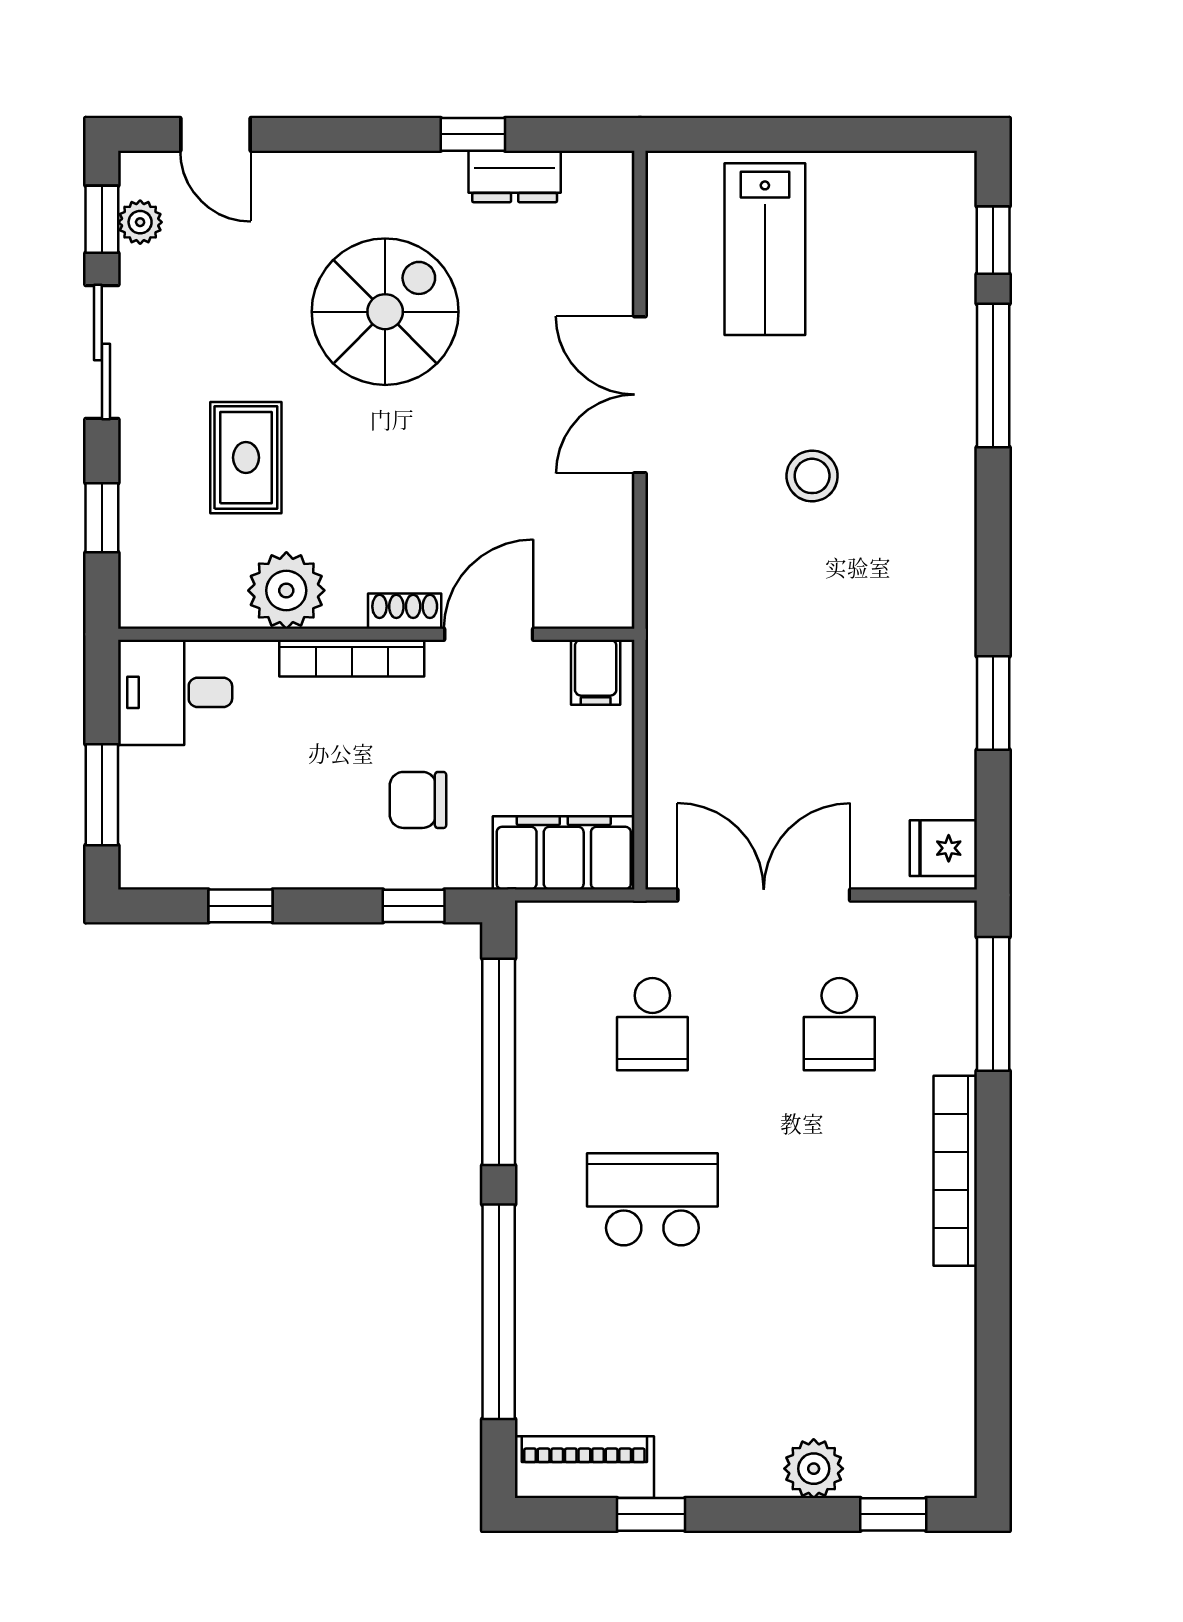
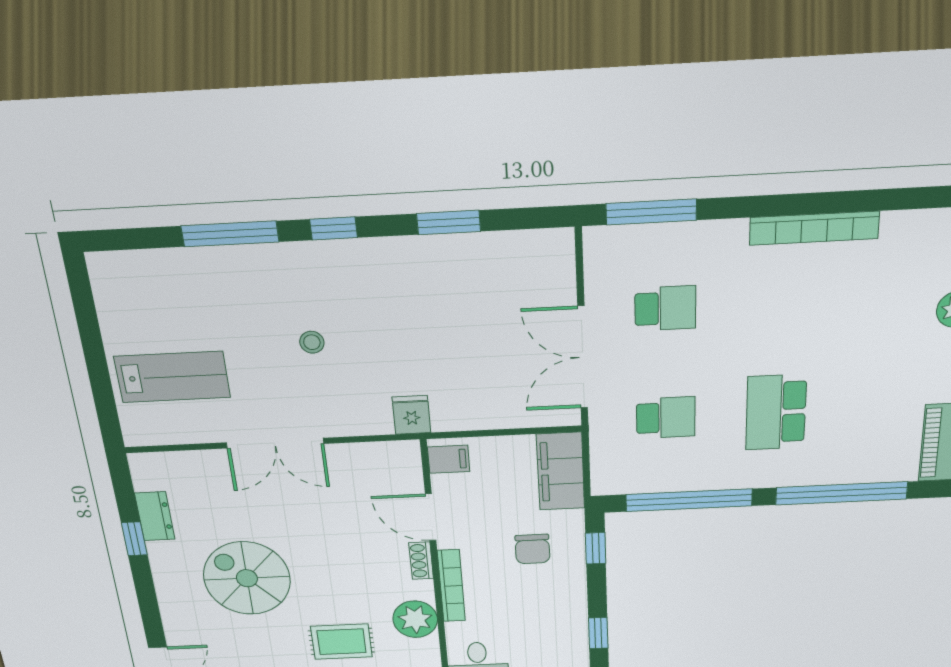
window: (993, 240) -> (334, 228), moved
stool: (812, 476) -> (312, 342), width x0.73, depth x0.73
fridge: (943, 848) -> (411, 415), moved, turned 180
bookcase: (955, 1171) -> (814, 228), moved

